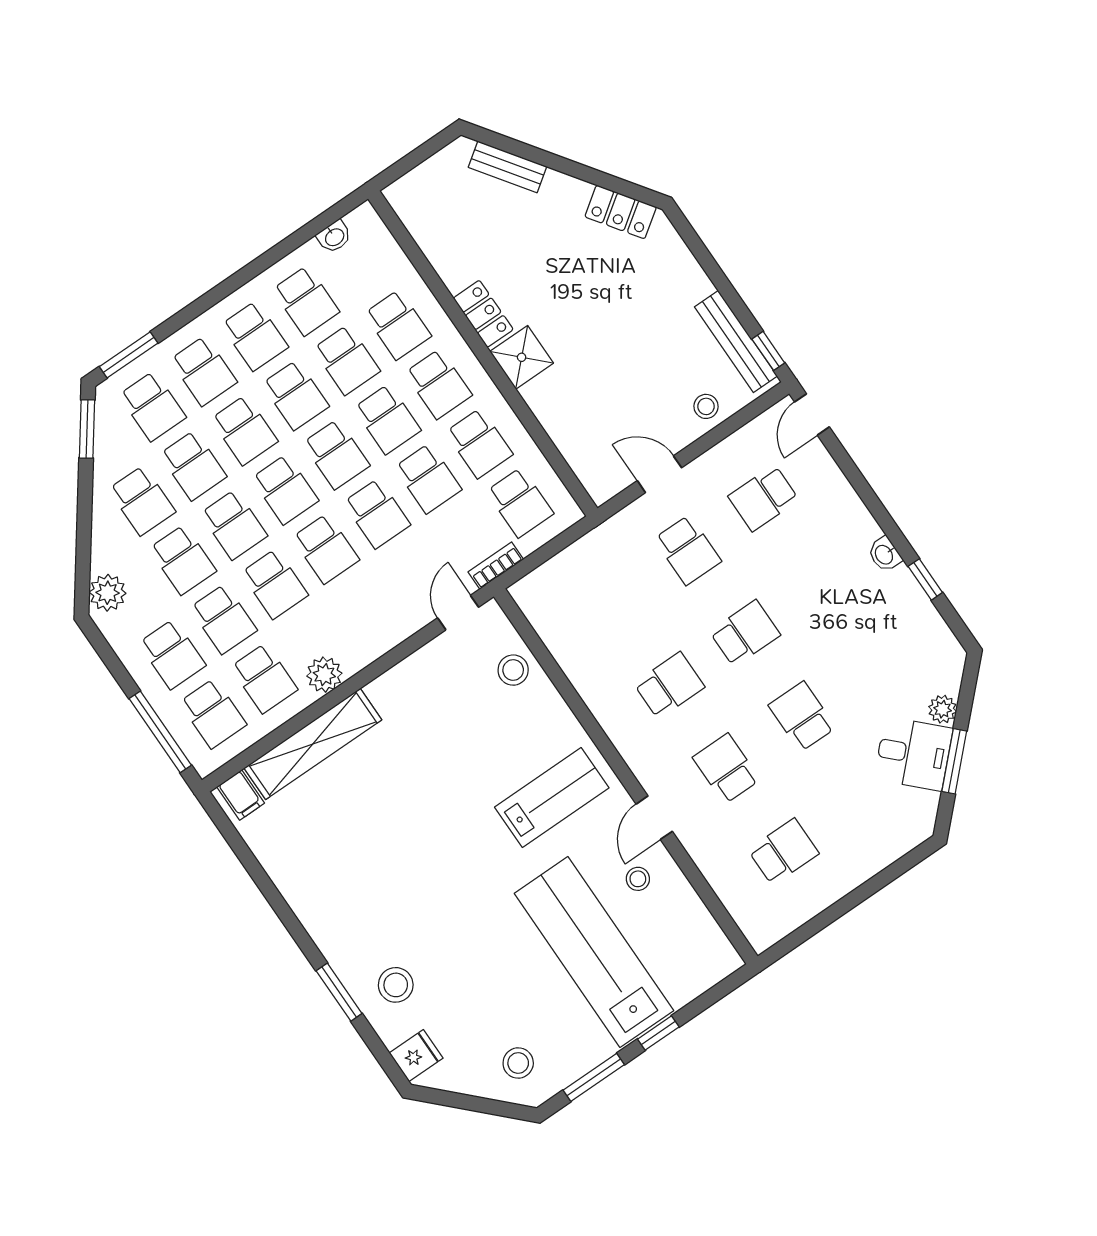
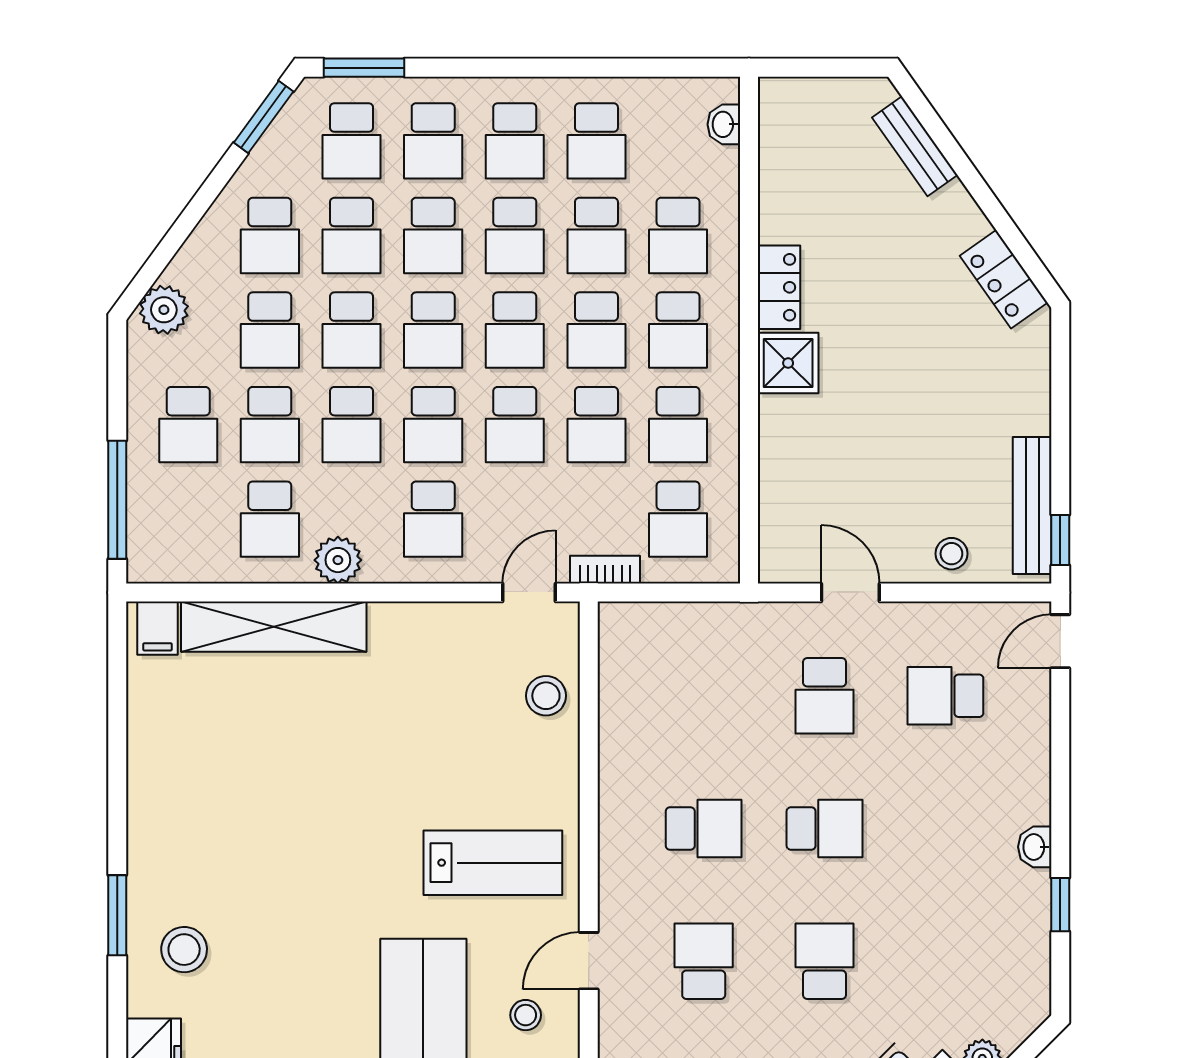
washbasin: (334, 237) -> (724, 124), moved, turned 90
school desk: (213, 713) -> (433, 519), moved

